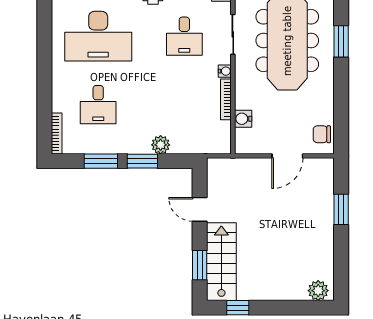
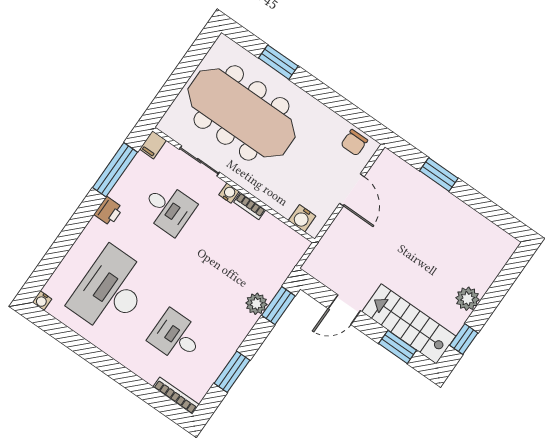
desk: (98, 36) -> (111, 291), turned 180
bookcase: (226, 99) -> (250, 206), width x0.64
desk: (98, 105) -> (176, 337), turned 180
water cooler: (243, 119) -> (302, 218), moved
window: (142, 161) -> (278, 306), moved
plant: (318, 291) -> (468, 299), moved

